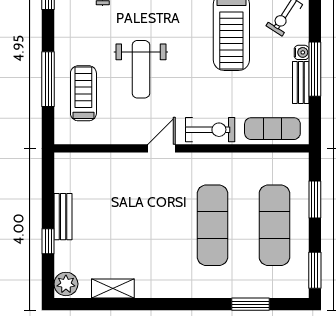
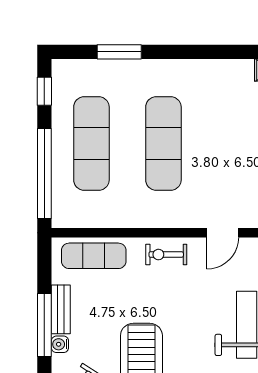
exercise bike: (210, 130) -> (166, 255), width x0.73, depth x0.72
window: (315, 199) -> (44, 173), width x2.11
window: (315, 270) -> (44, 91), width x0.67

